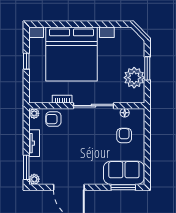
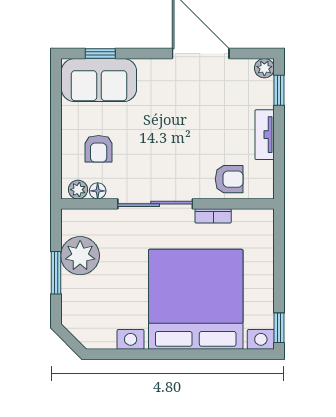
window: (26, 61) -> (279, 328), moved
plant: (34, 113) -> (78, 190), moved
window: (26, 167) -> (279, 90), width x0.67
window: (123, 187) -> (100, 54), width x0.67

